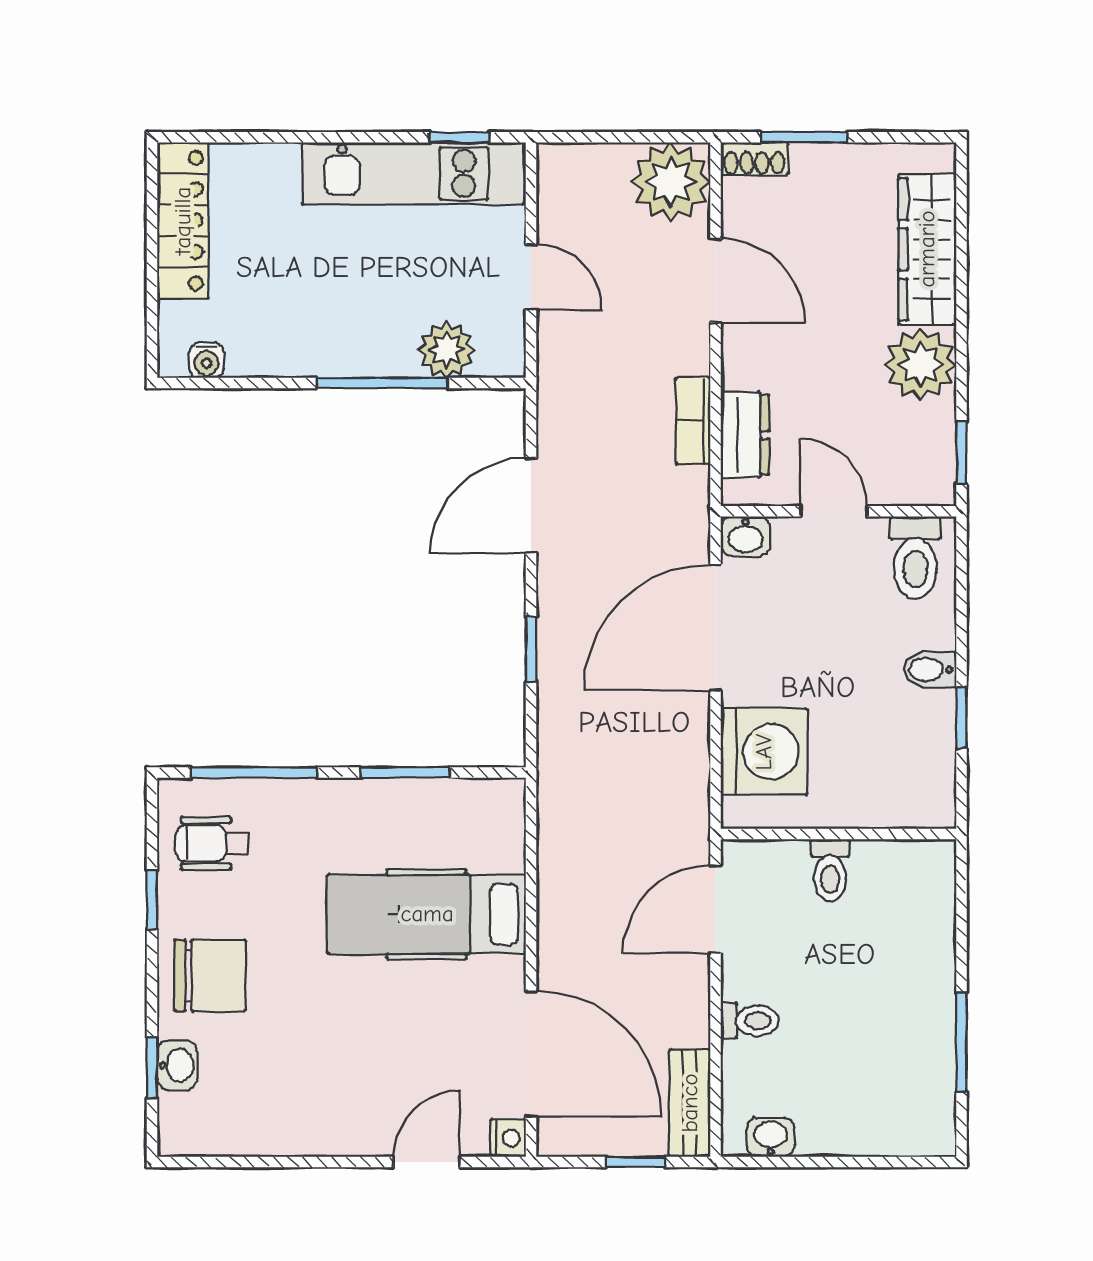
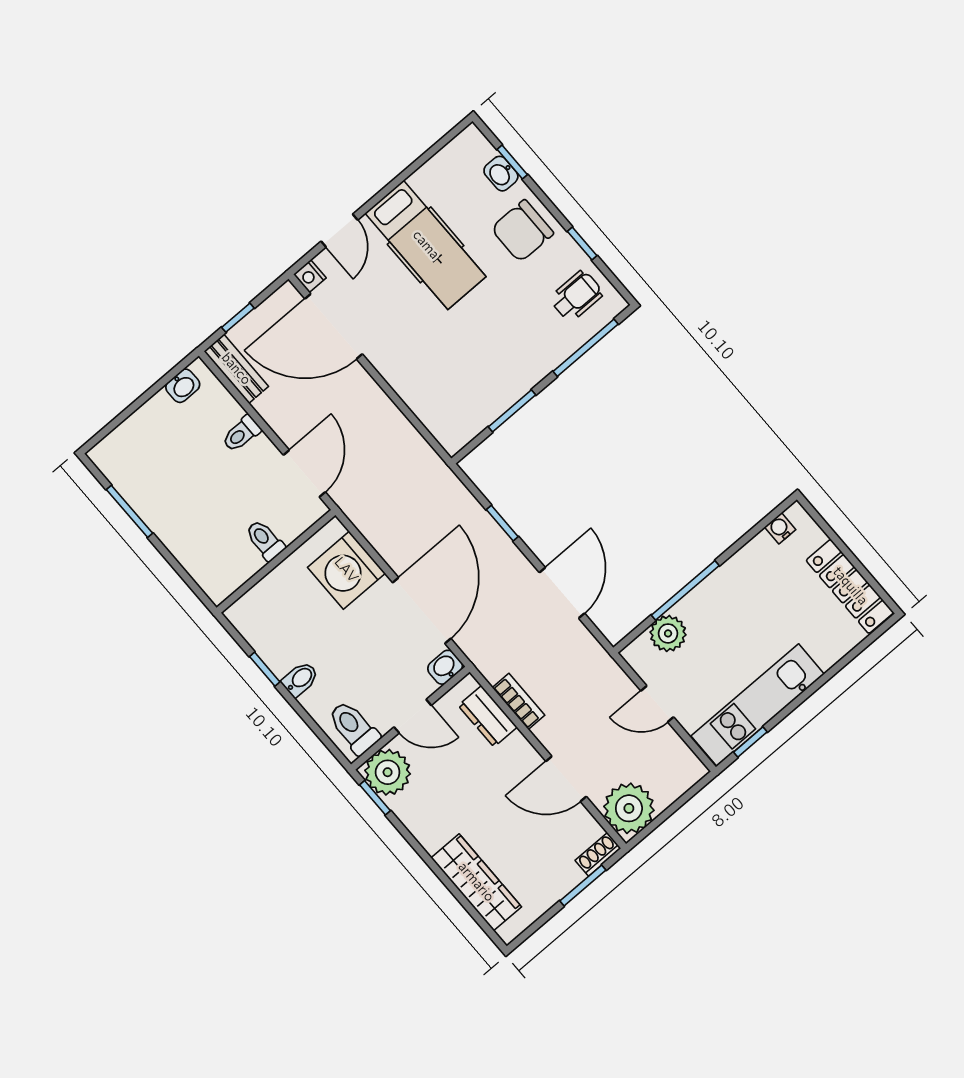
plant: (920, 364) -> (388, 772), moved
hospital bed: (427, 914) -> (426, 245), moved, turned 90

